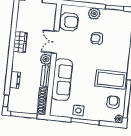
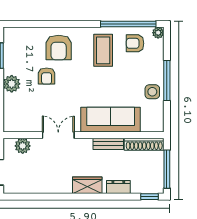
armchair: (69, 22) -> (59, 48), moved, turned 180
wardrobe: (20, 42) -> (87, 185), moved
double door: (55, 42) -> (58, 135), swing flipped
plant: (46, 59) -> (23, 146), moved
coffee table: (111, 79) -> (103, 50), width x0.73, depth x0.76

